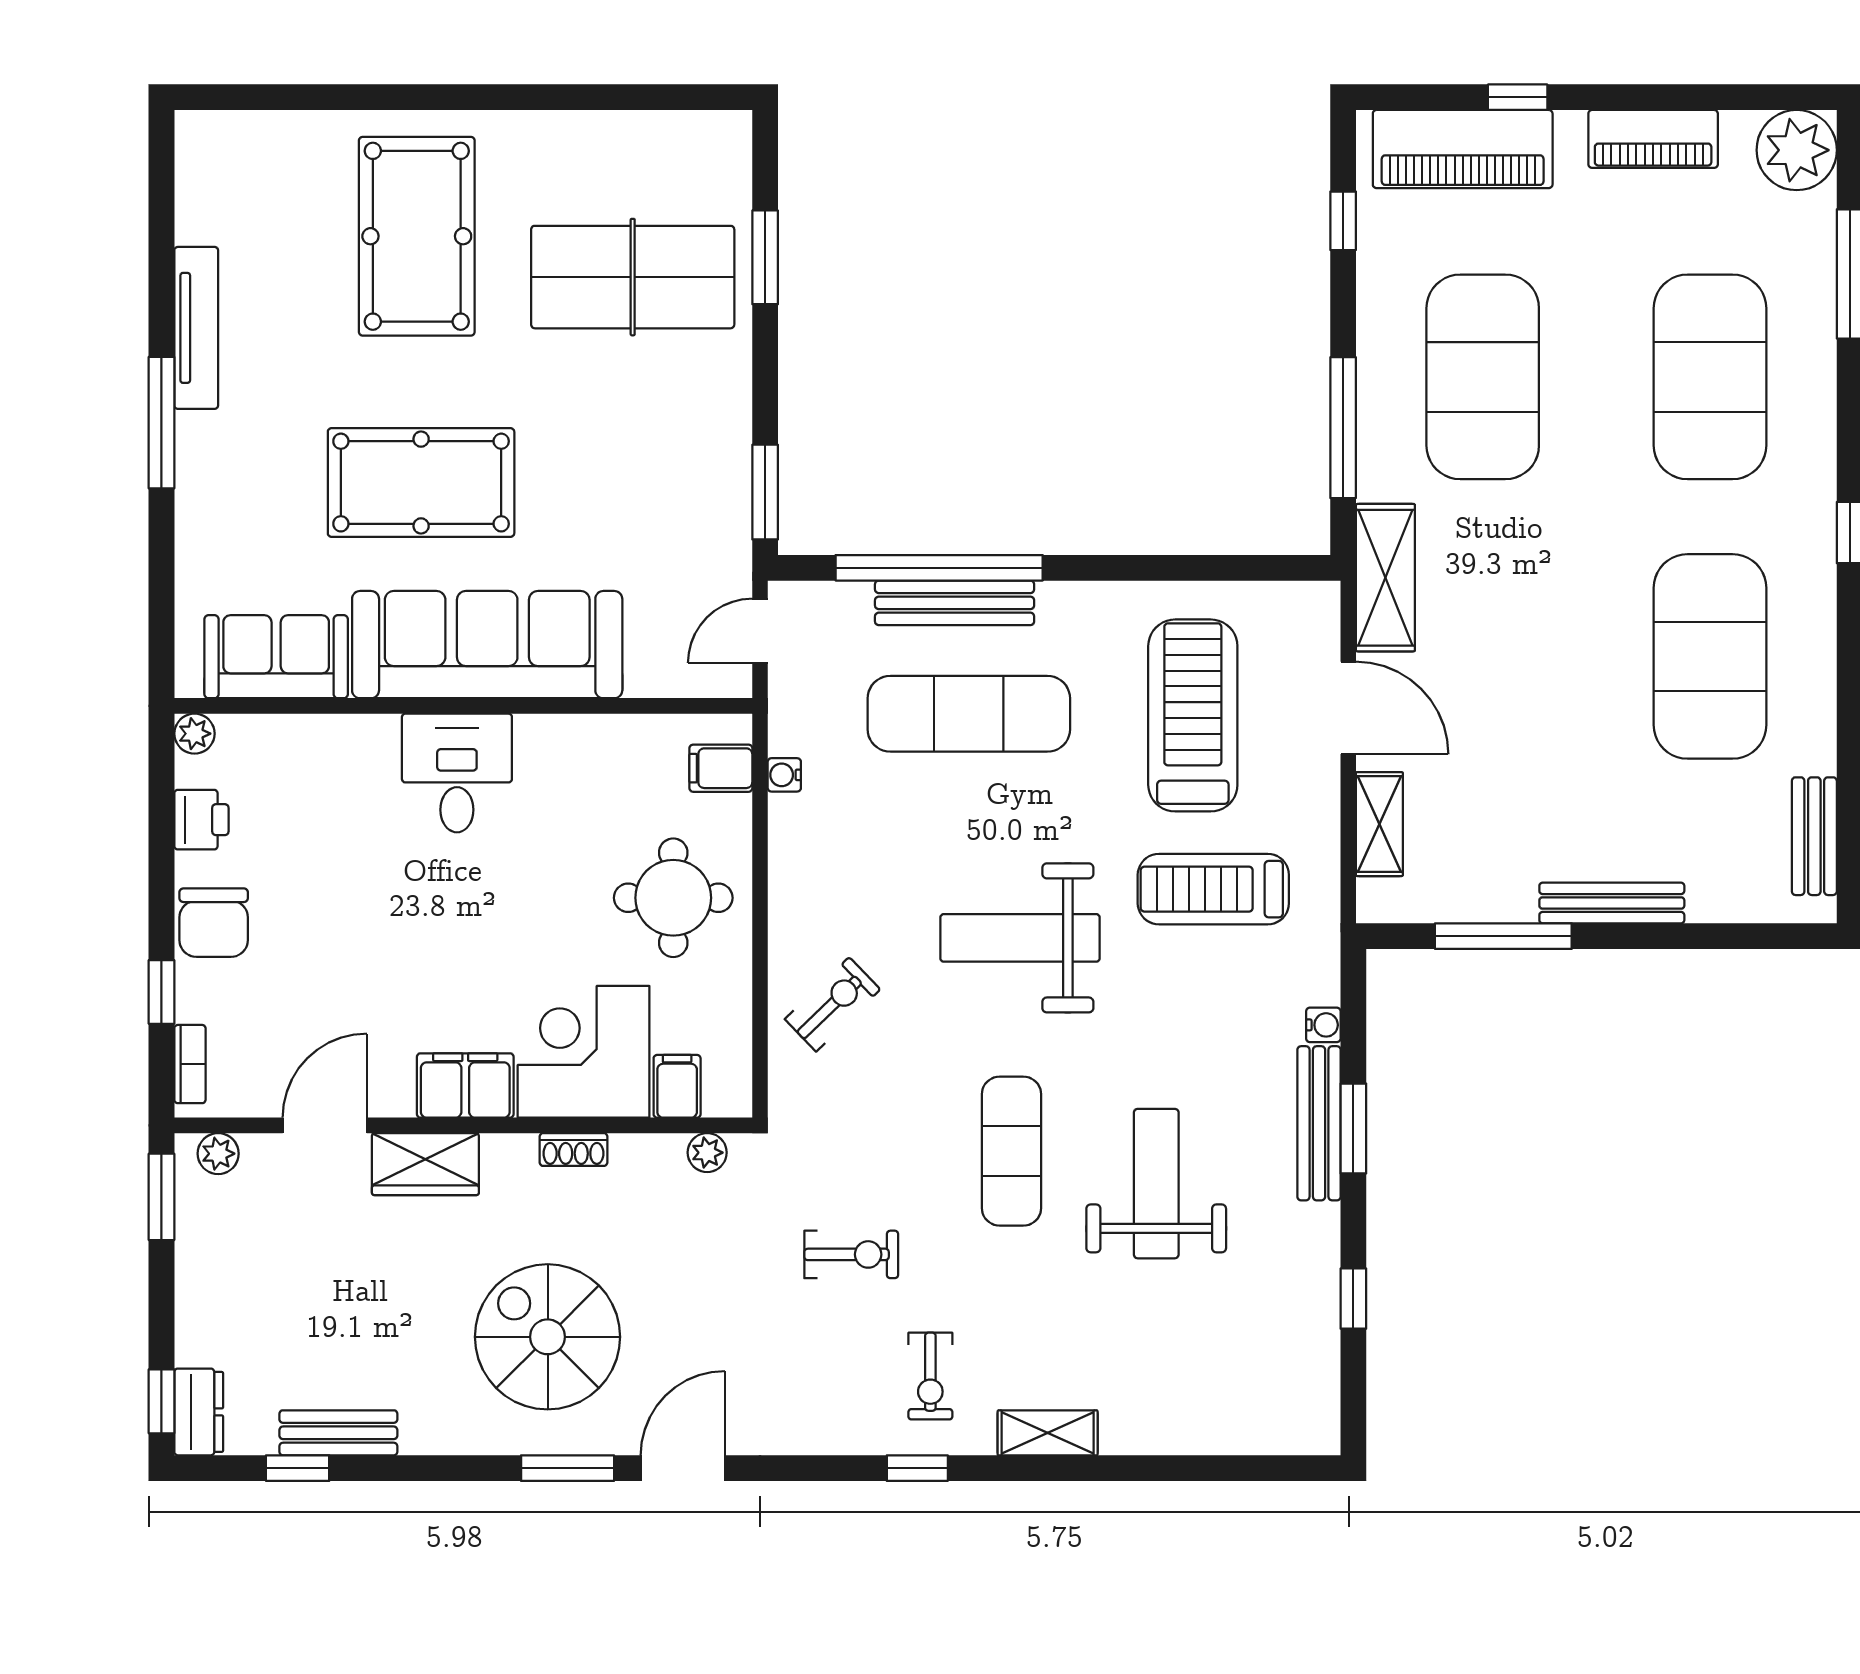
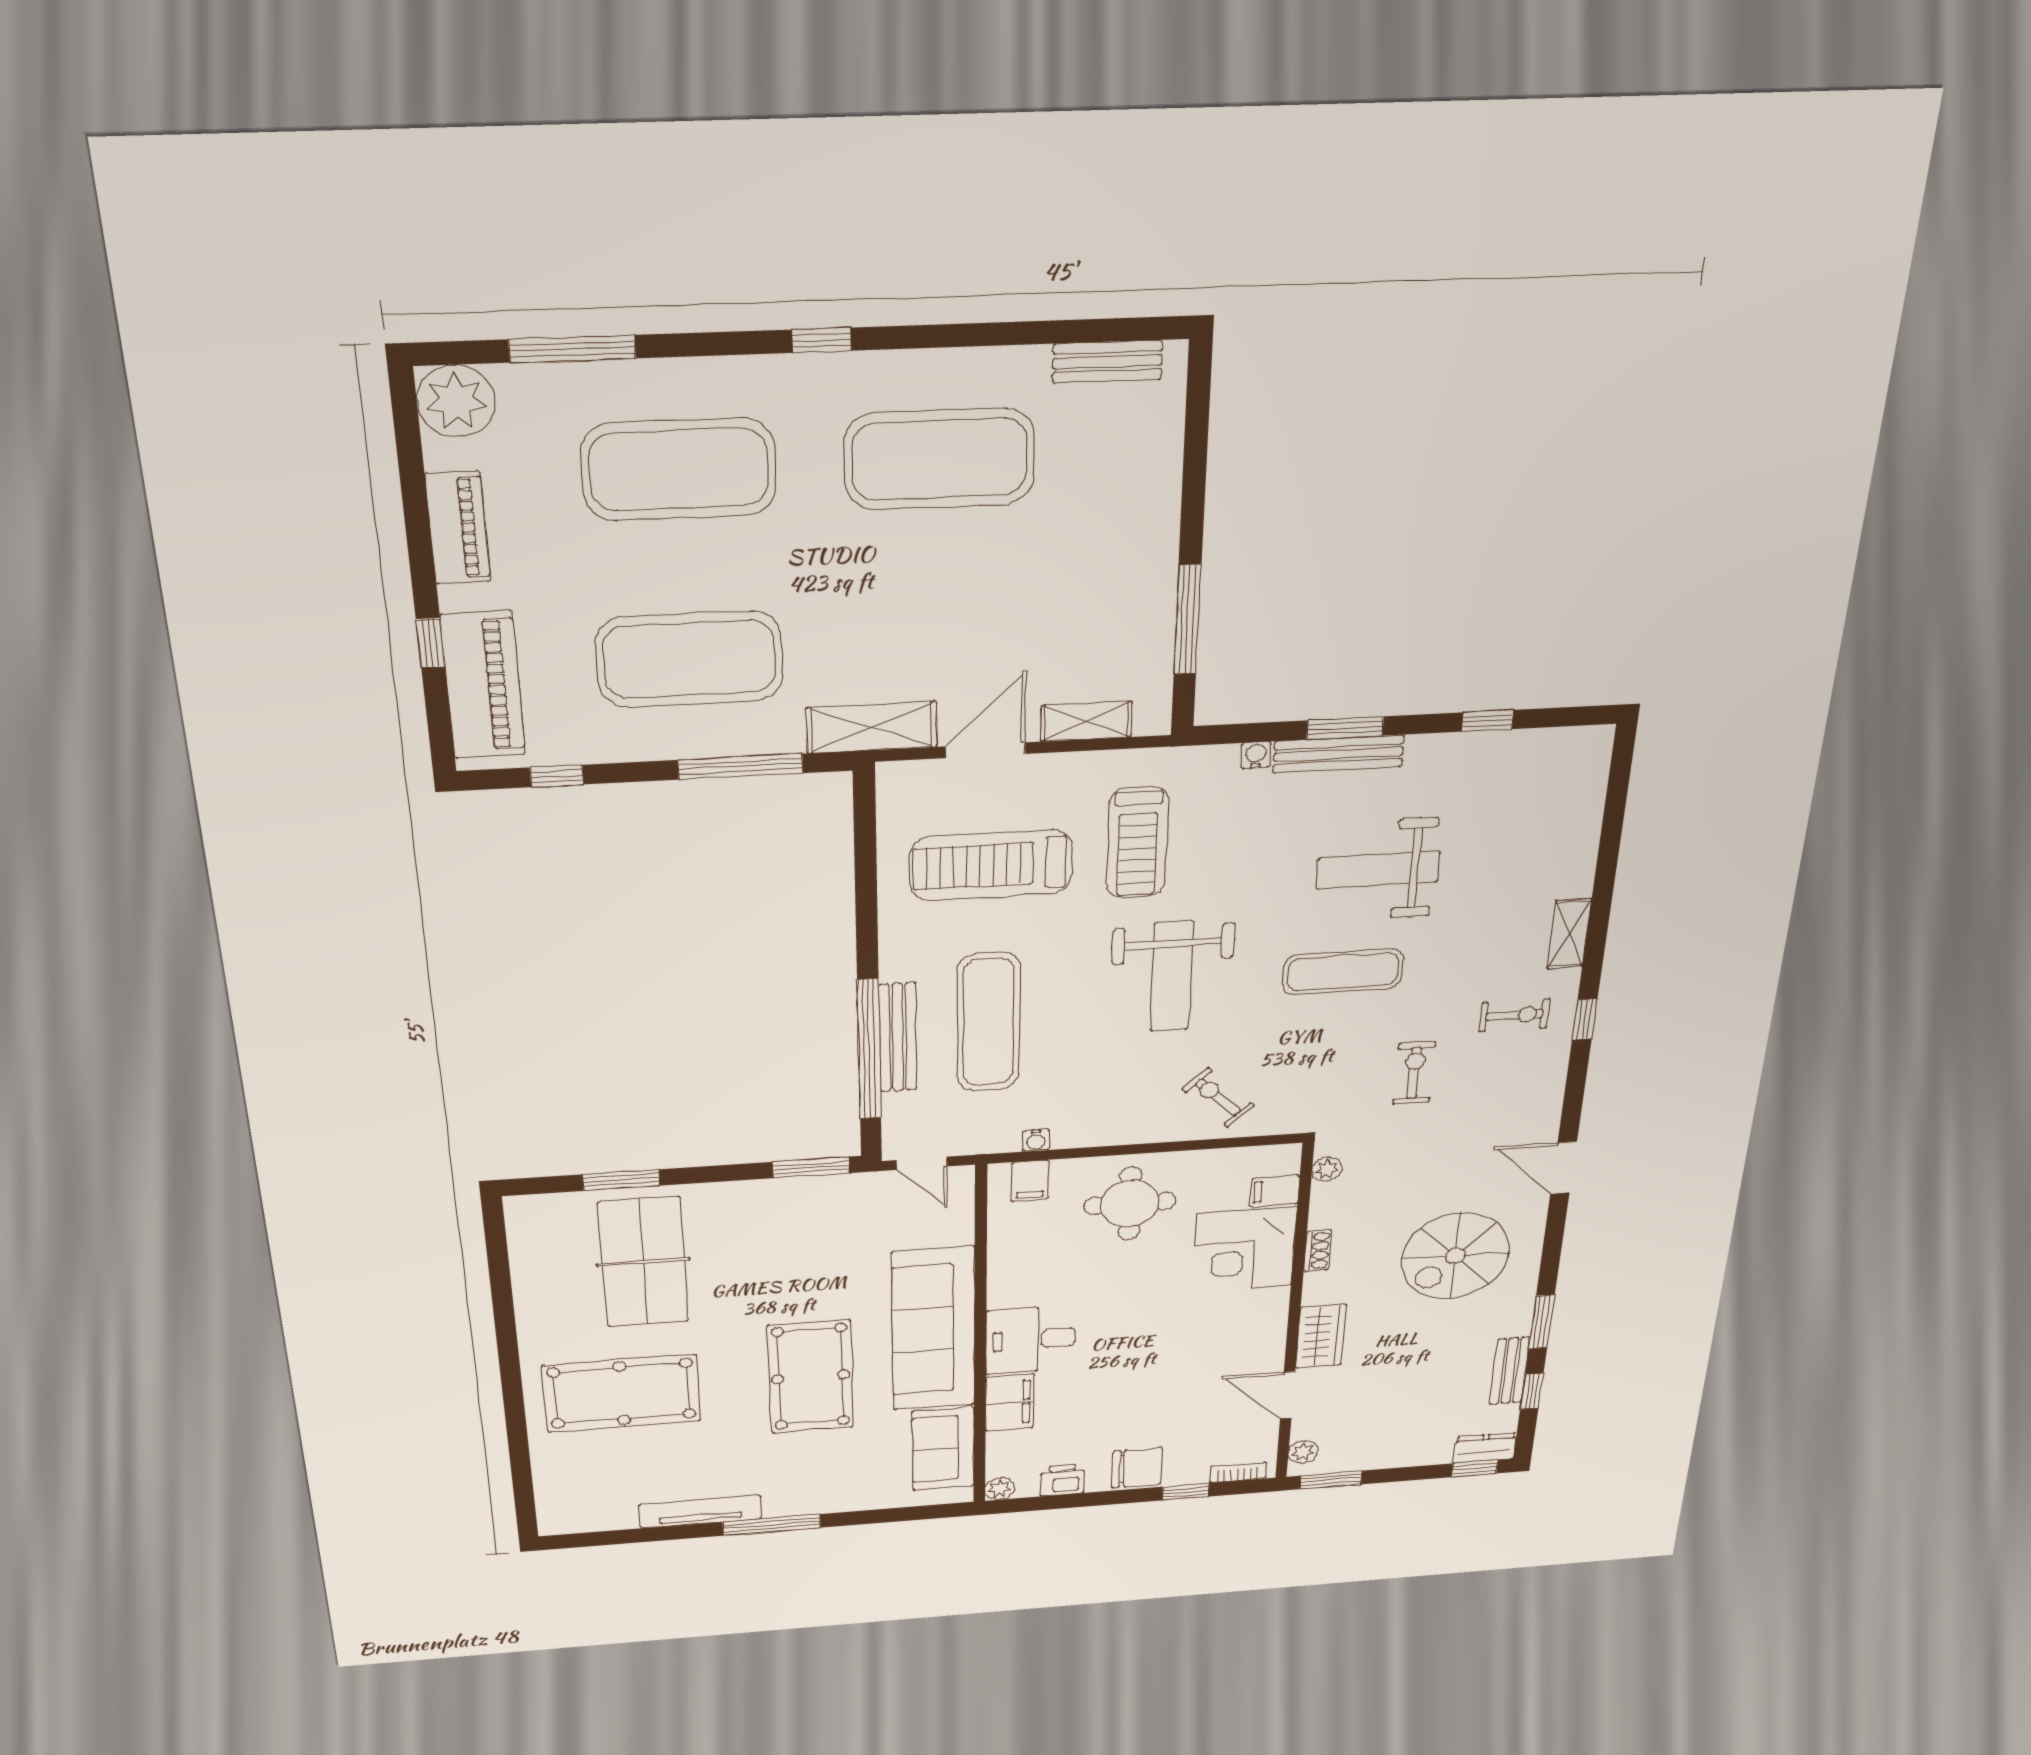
bench: (1612, 903) -> (1162, 533), removed
filing cabinet: (465, 1085) -> (1009, 1403), moved, turned 180
window: (568, 1468) -> (1542, 1322), moved

